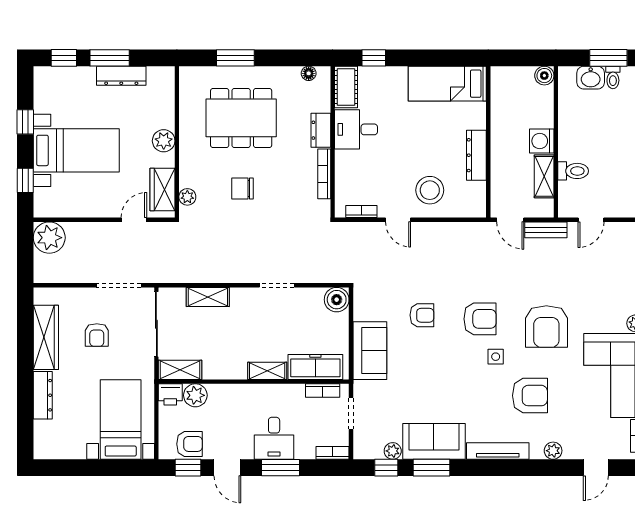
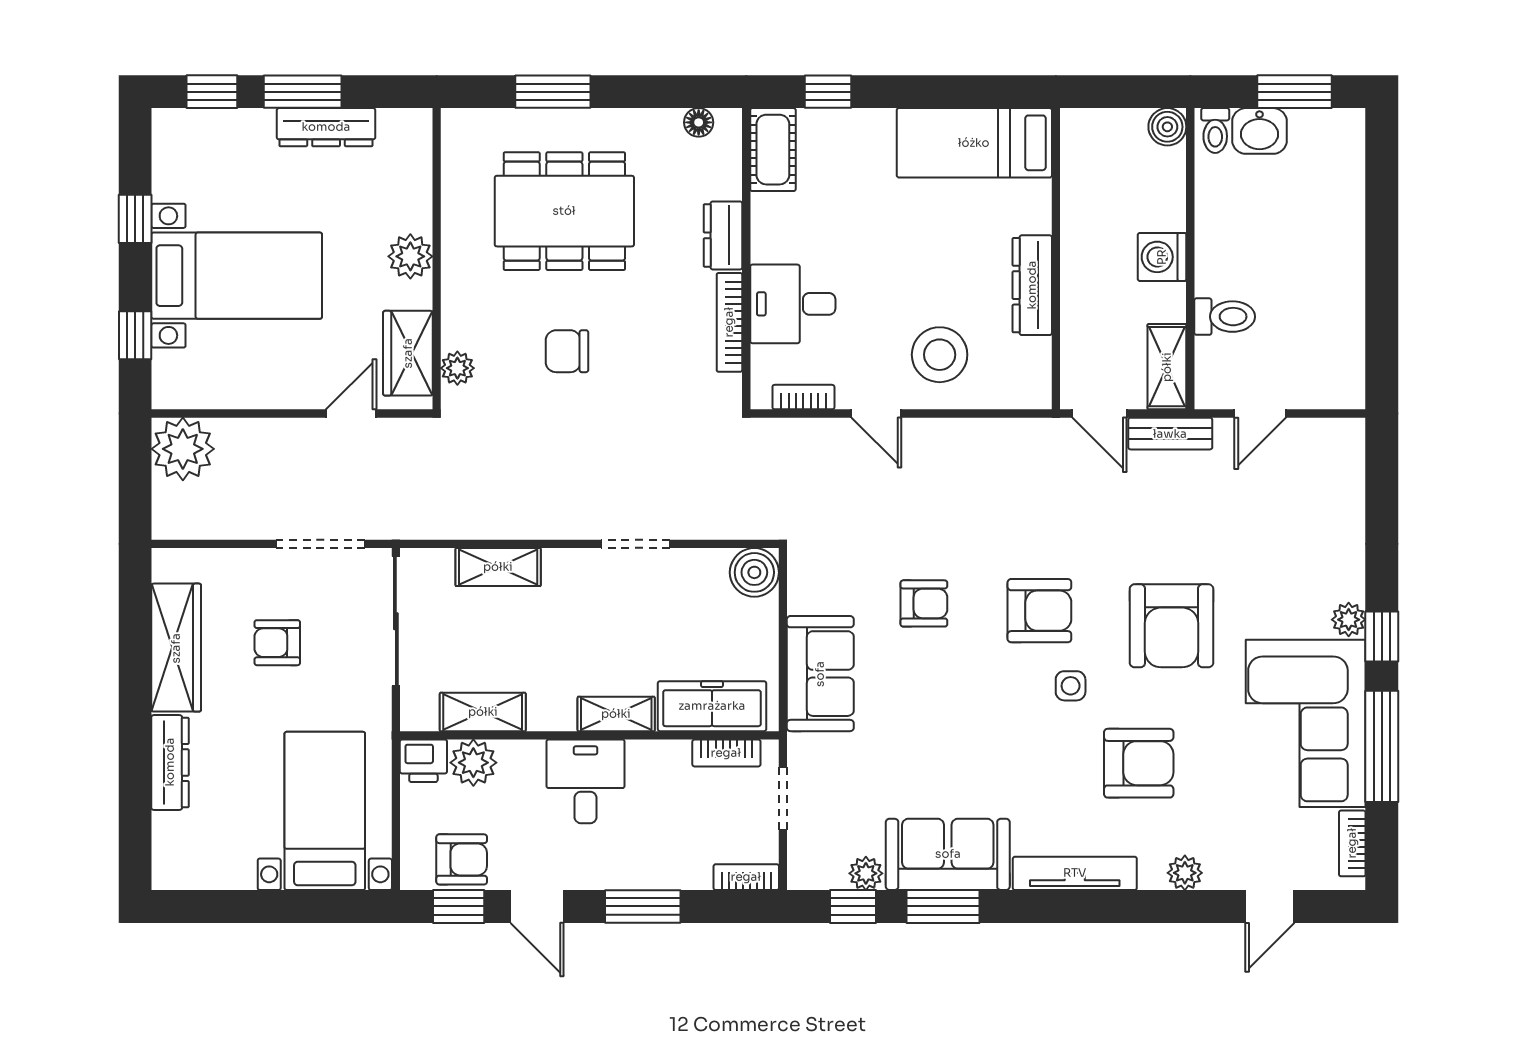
toilet: (613, 77) -> (1215, 130), moved
desk: (356, 129) -> (793, 304), moved
shelving: (544, 176) -> (1167, 367), moved
armchair: (97, 335) -> (277, 643), turned 90
shelving: (180, 370) -> (483, 712), moved
desk: (274, 438) -> (586, 781), moved, turned 180

